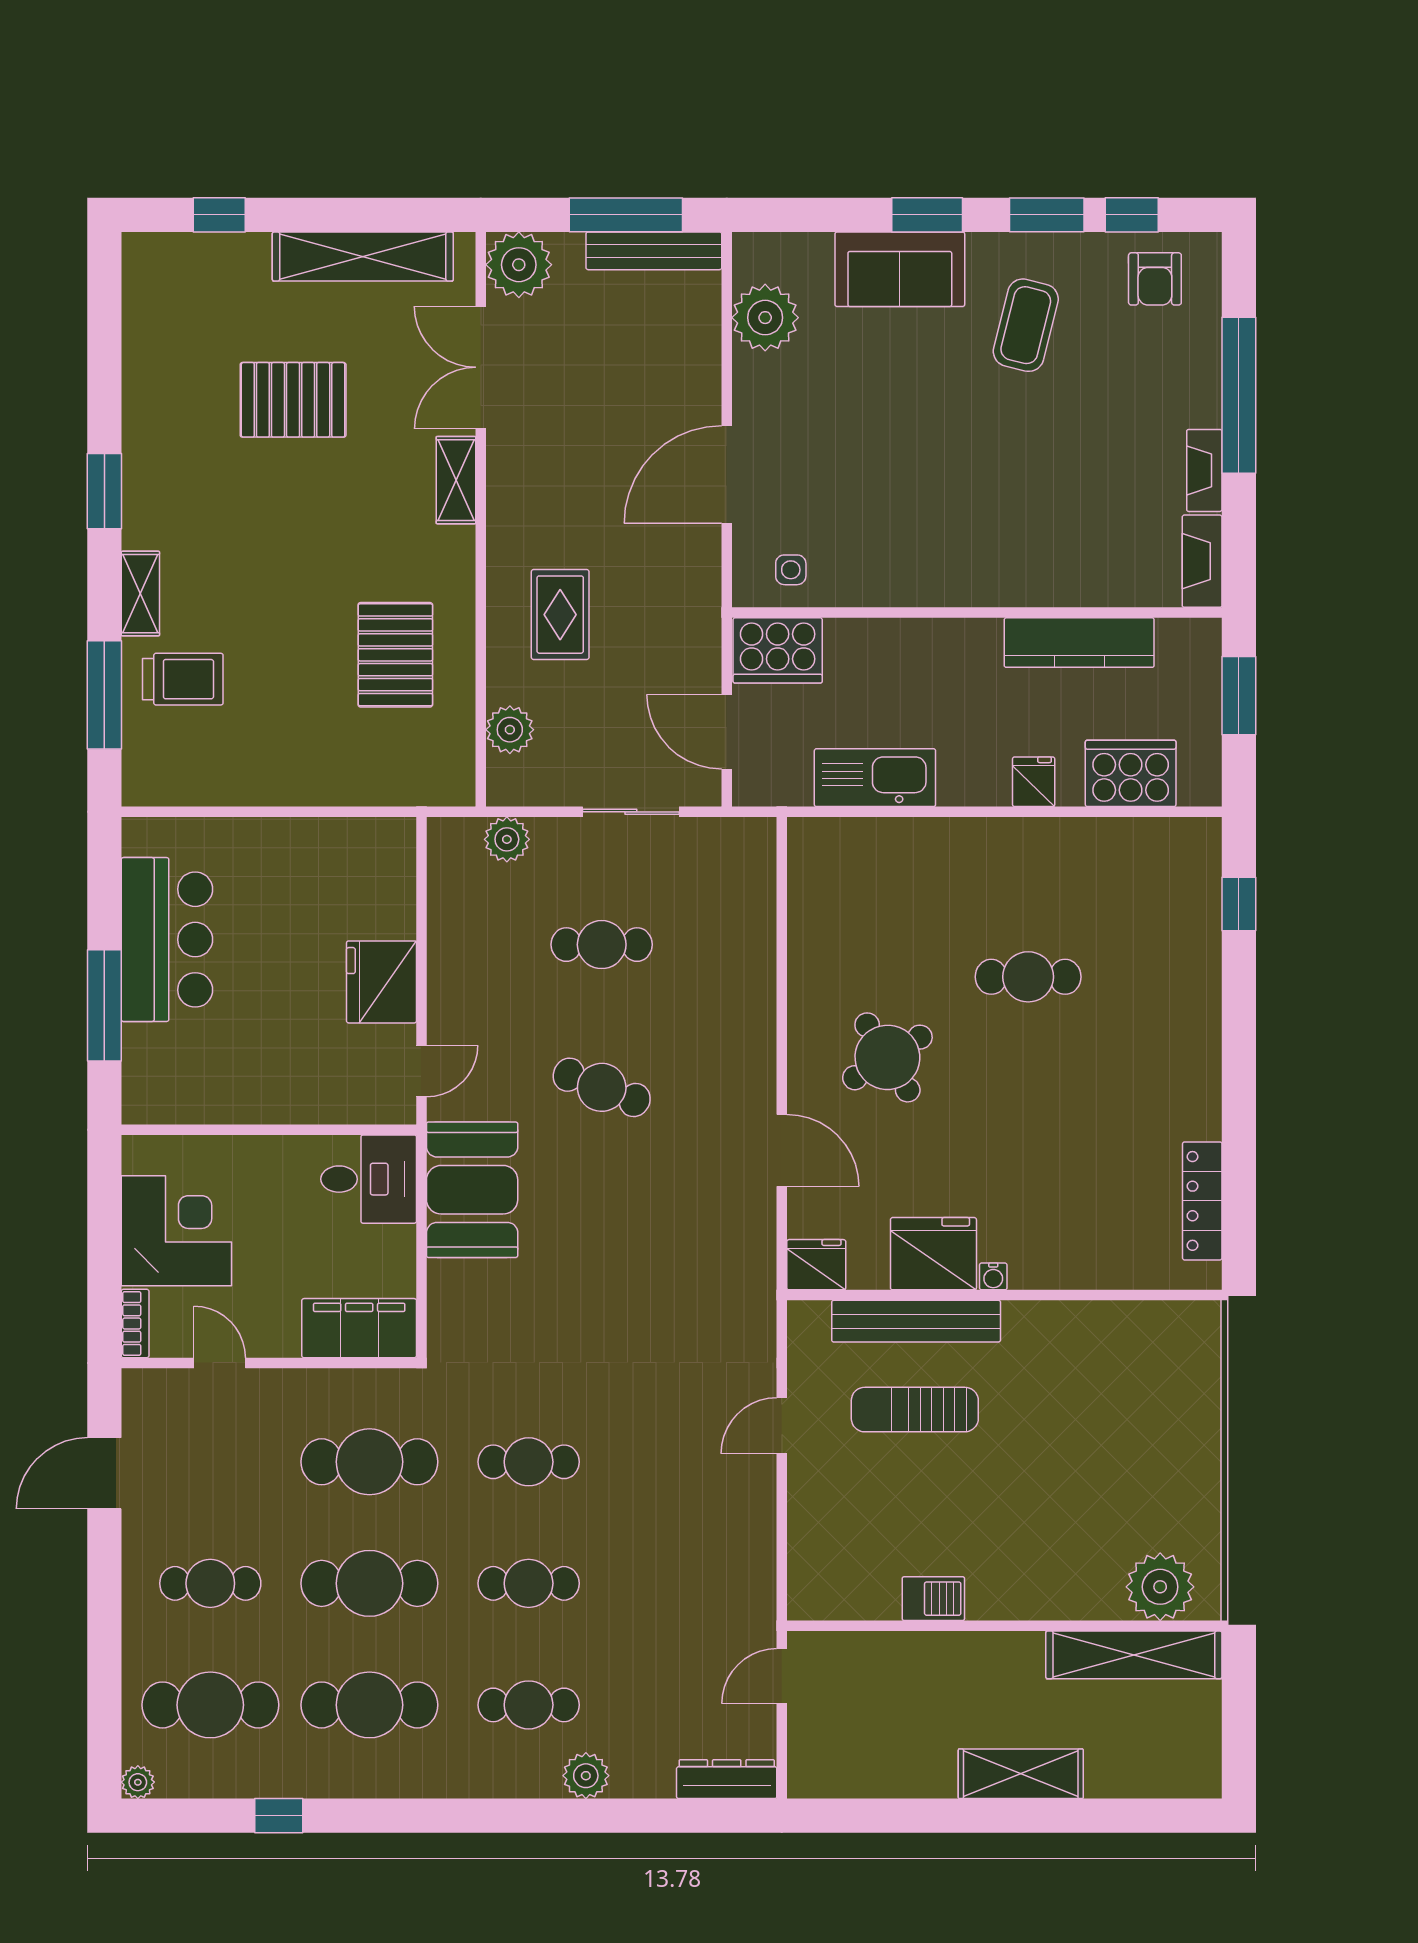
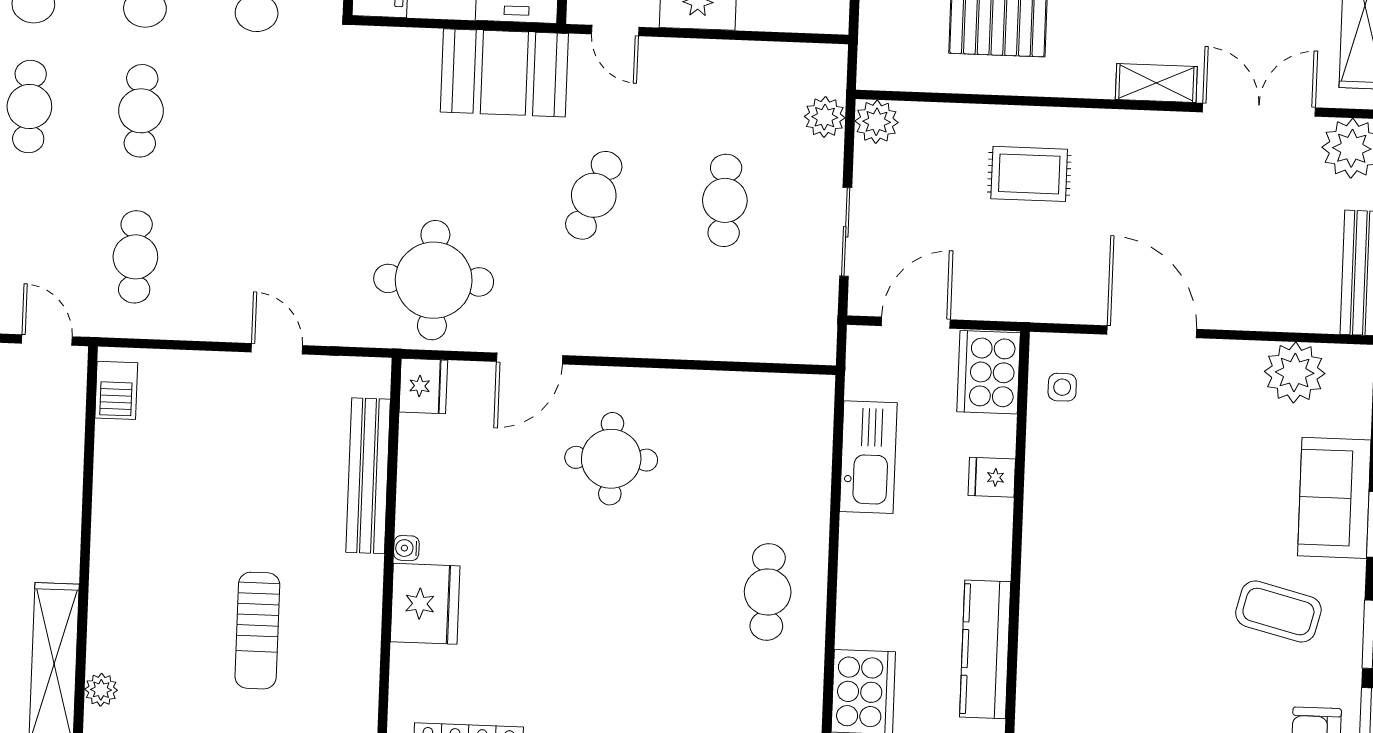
plant: (510, 730) -> (877, 122), moved
fridge: (1034, 782) -> (992, 477), moved, turned 180
cafe table: (1028, 977) -> (768, 592), moved
round table: (887, 1057) -> (611, 459), turned 32
fridge: (933, 1254) -> (425, 604), moved
round table: (701, 1258) -> (434, 280), added
sun lounger: (915, 1410) -> (257, 631), moved, turned 180
cafe table: (529, 1462) -> (135, 257), moved
plant: (1160, 1587) -> (101, 690), width x0.53, depth x0.53
barbecue: (933, 1599) -> (116, 390), moved

